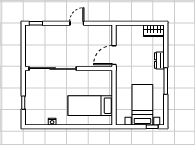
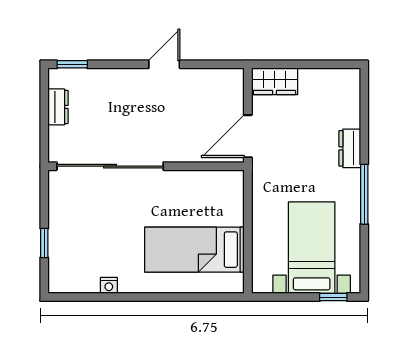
wardrobe: (154, 31) -> (275, 81), moved
dresser: (29, 42) -> (58, 107), added

